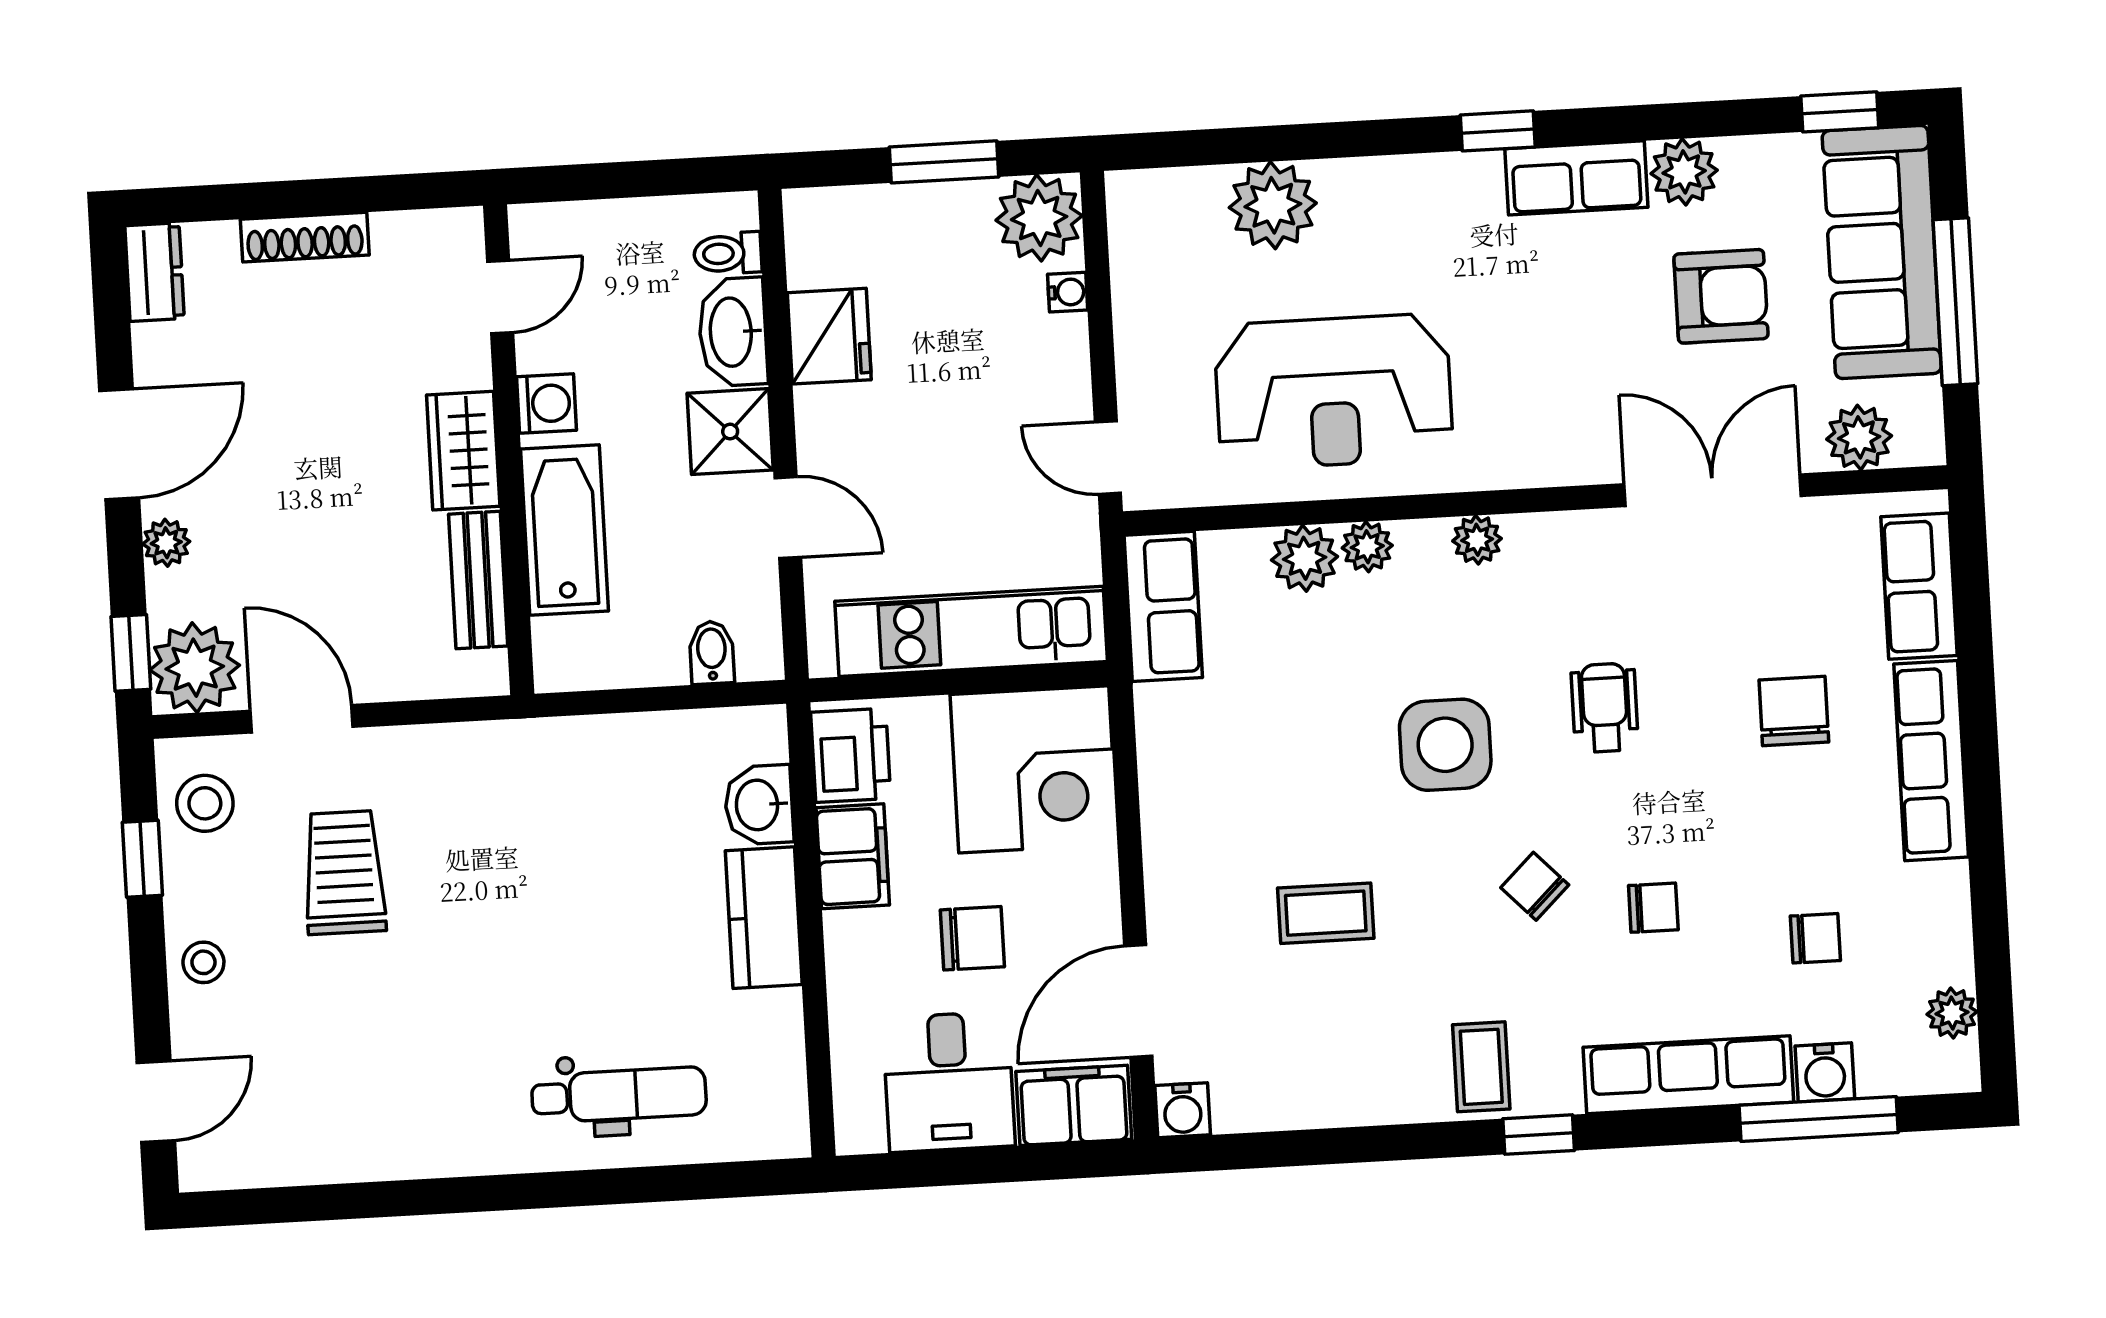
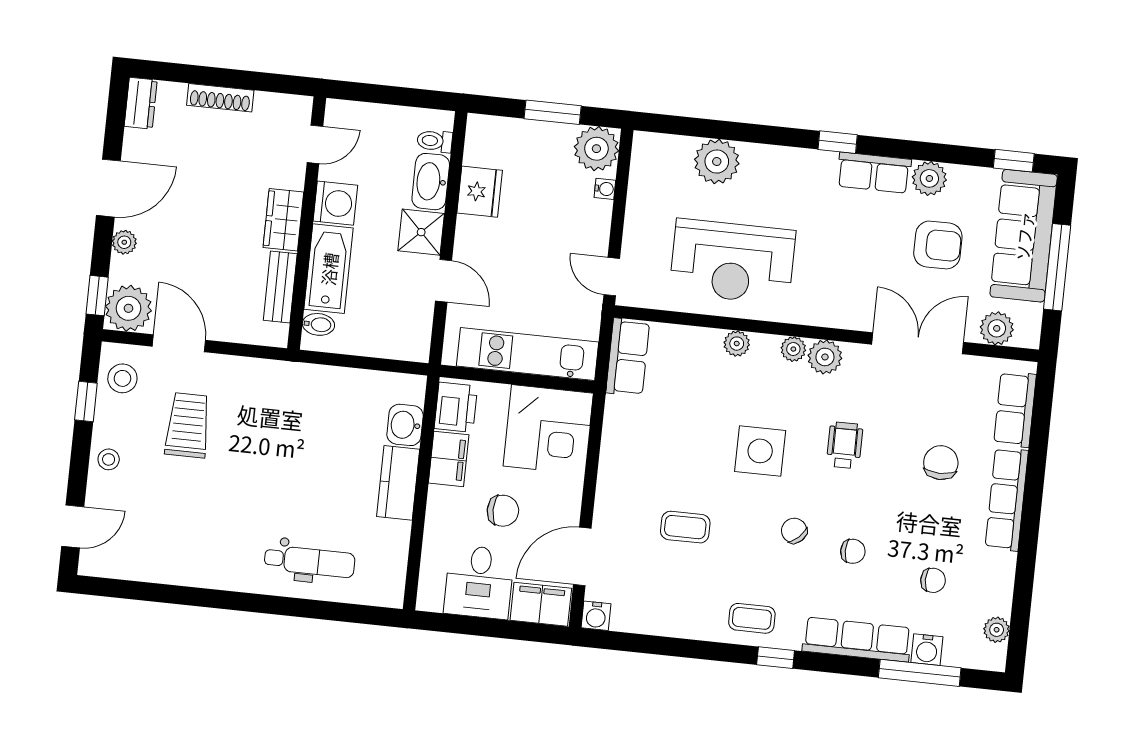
washing machine: (547, 403) -> (335, 203), width x1.38, depth x1.38
plant: (1305, 558) -> (825, 357), moved
bidet: (712, 653) -> (318, 324), moved, turned 90
coffee table: (1481, 1067) -> (752, 618), turned 90

